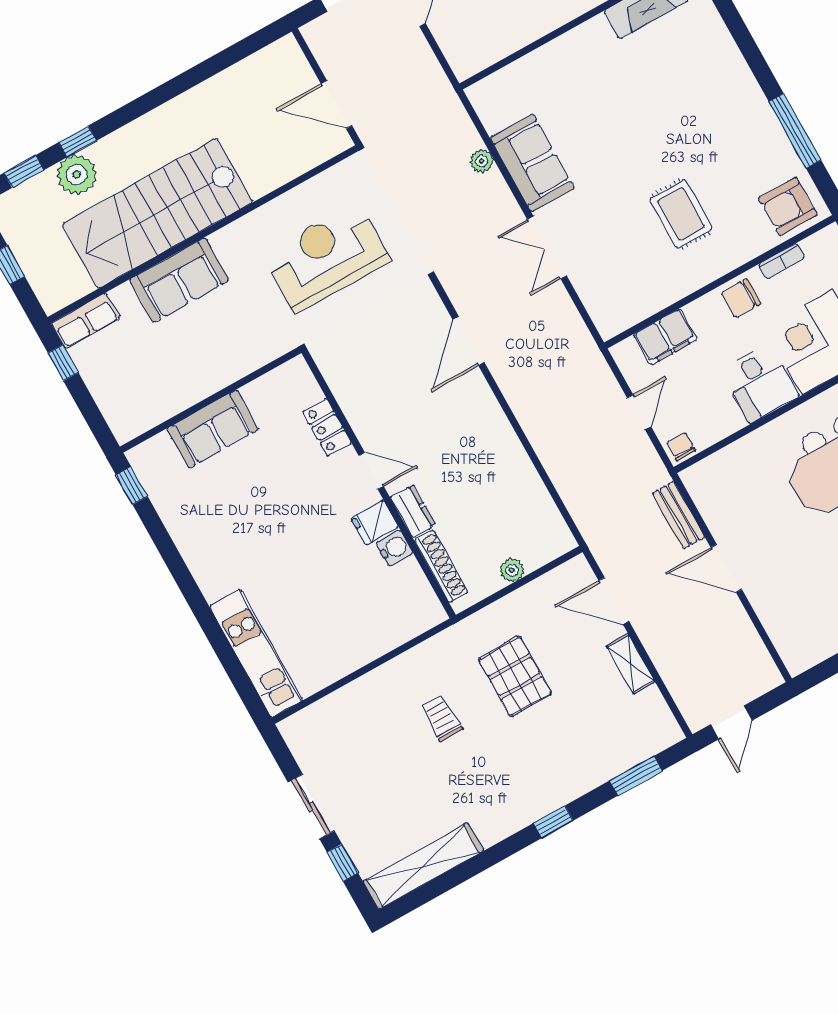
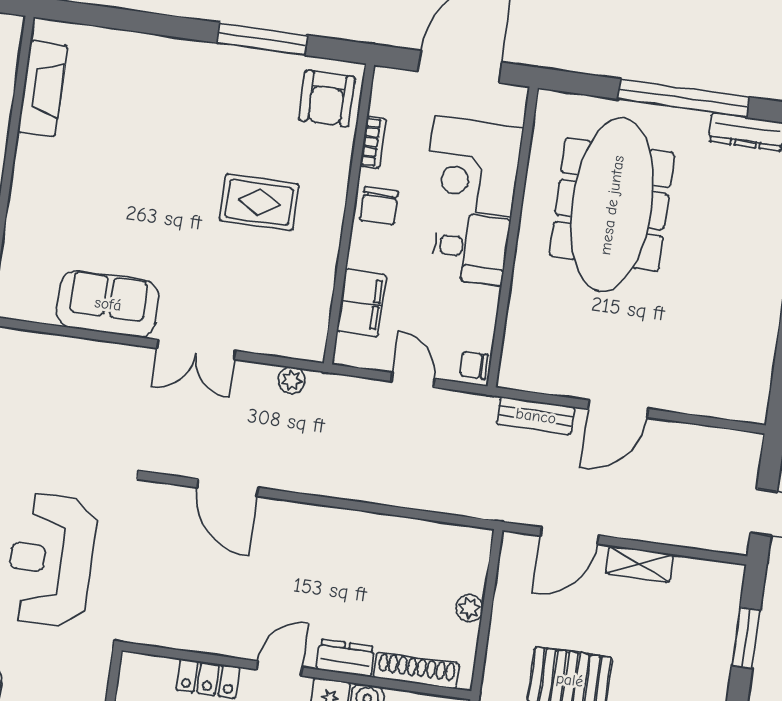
plant: (482, 161) -> (292, 380), moved

